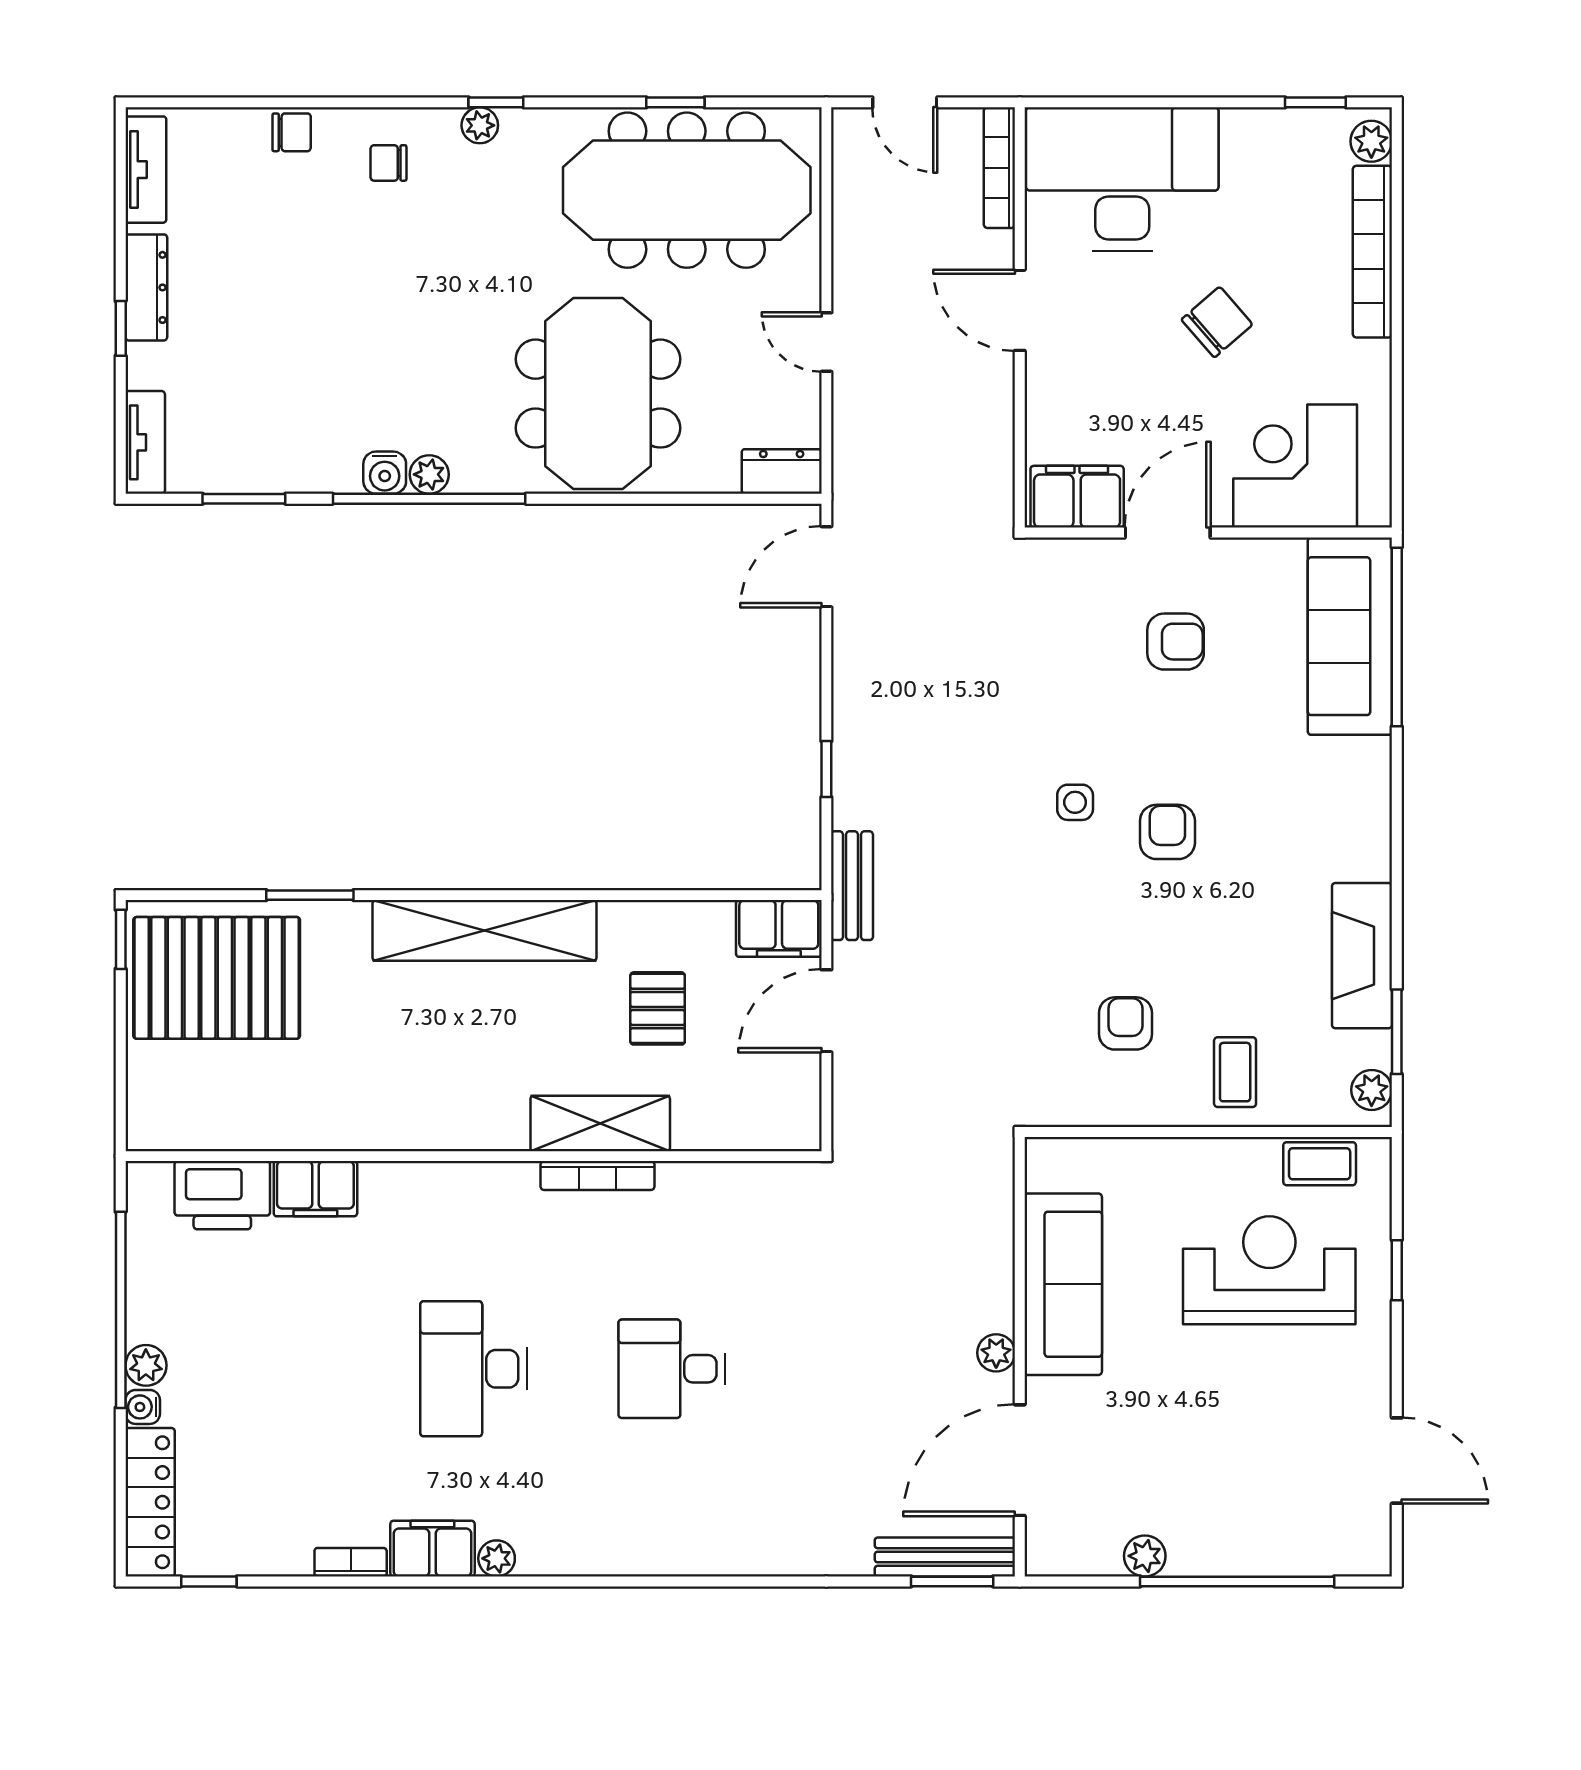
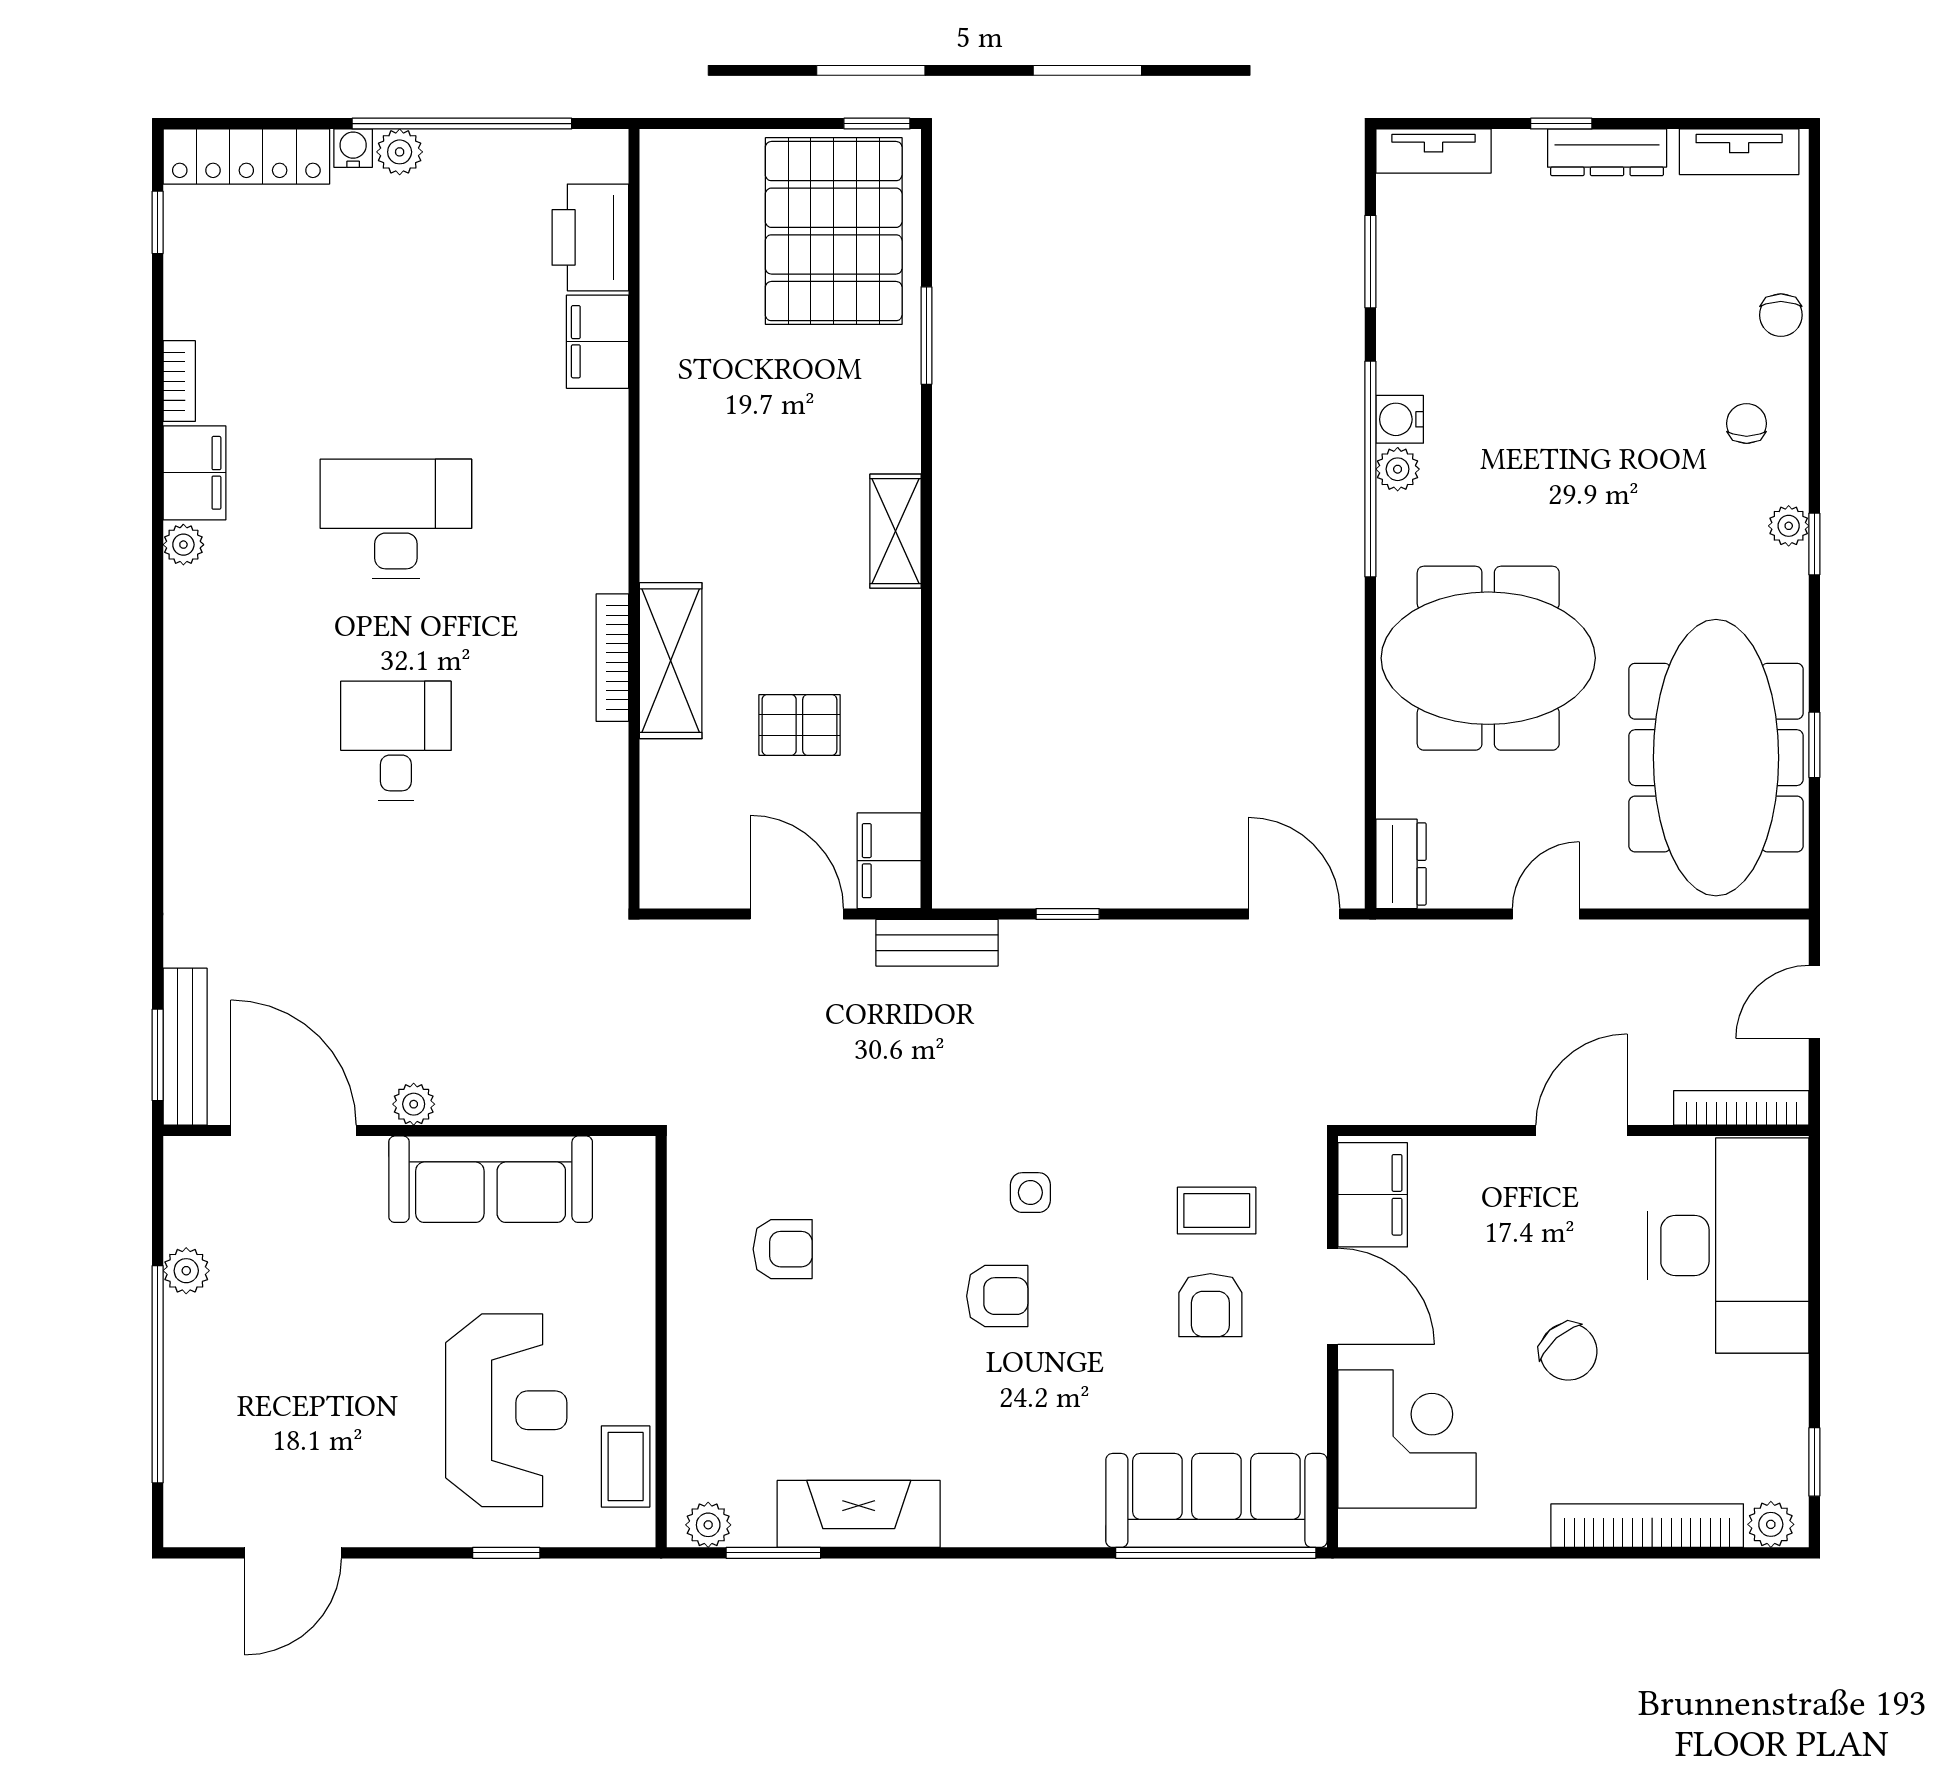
shelving: (485, 930) -> (895, 531), width x0.45, depth x0.75
coffee table: (1235, 1072) -> (1217, 1211), moved

